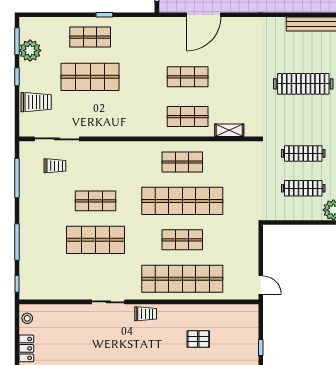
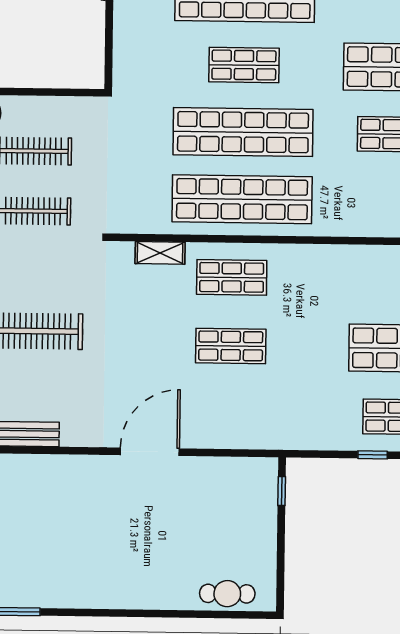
door: (204, 15) -> (150, 452), moved
shop shelf: (182, 162) -> (242, 199), width x2.00, depth x1.36

